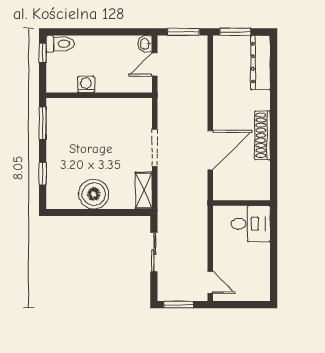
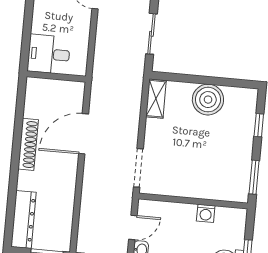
doorway: (155, 148) -> (138, 168), moved

